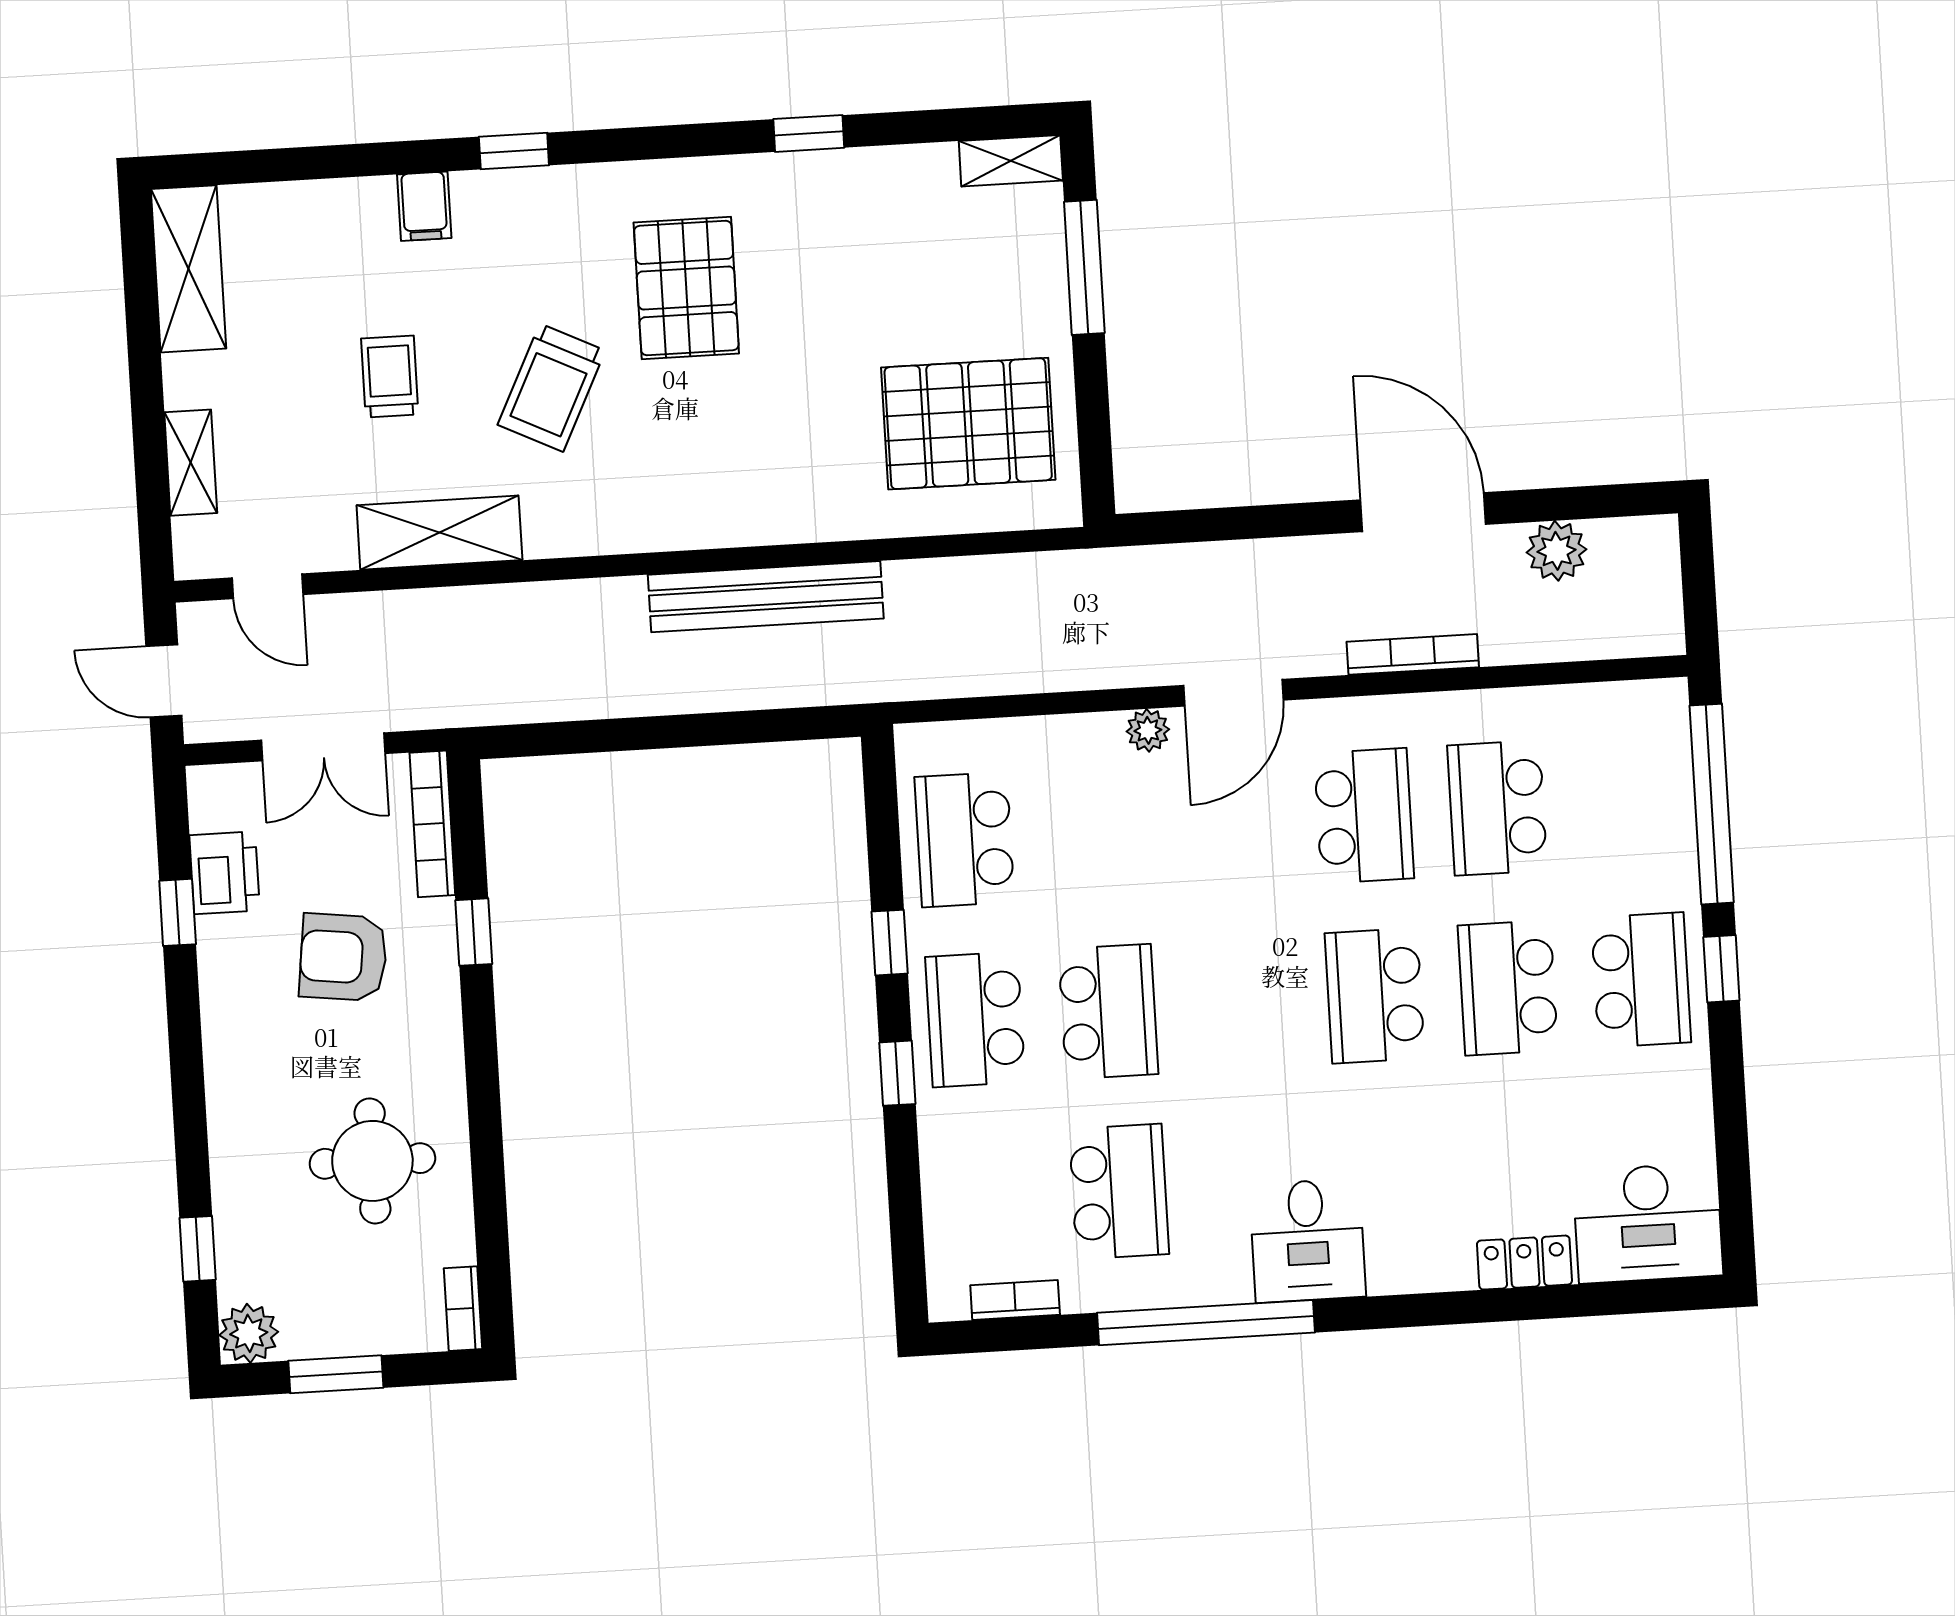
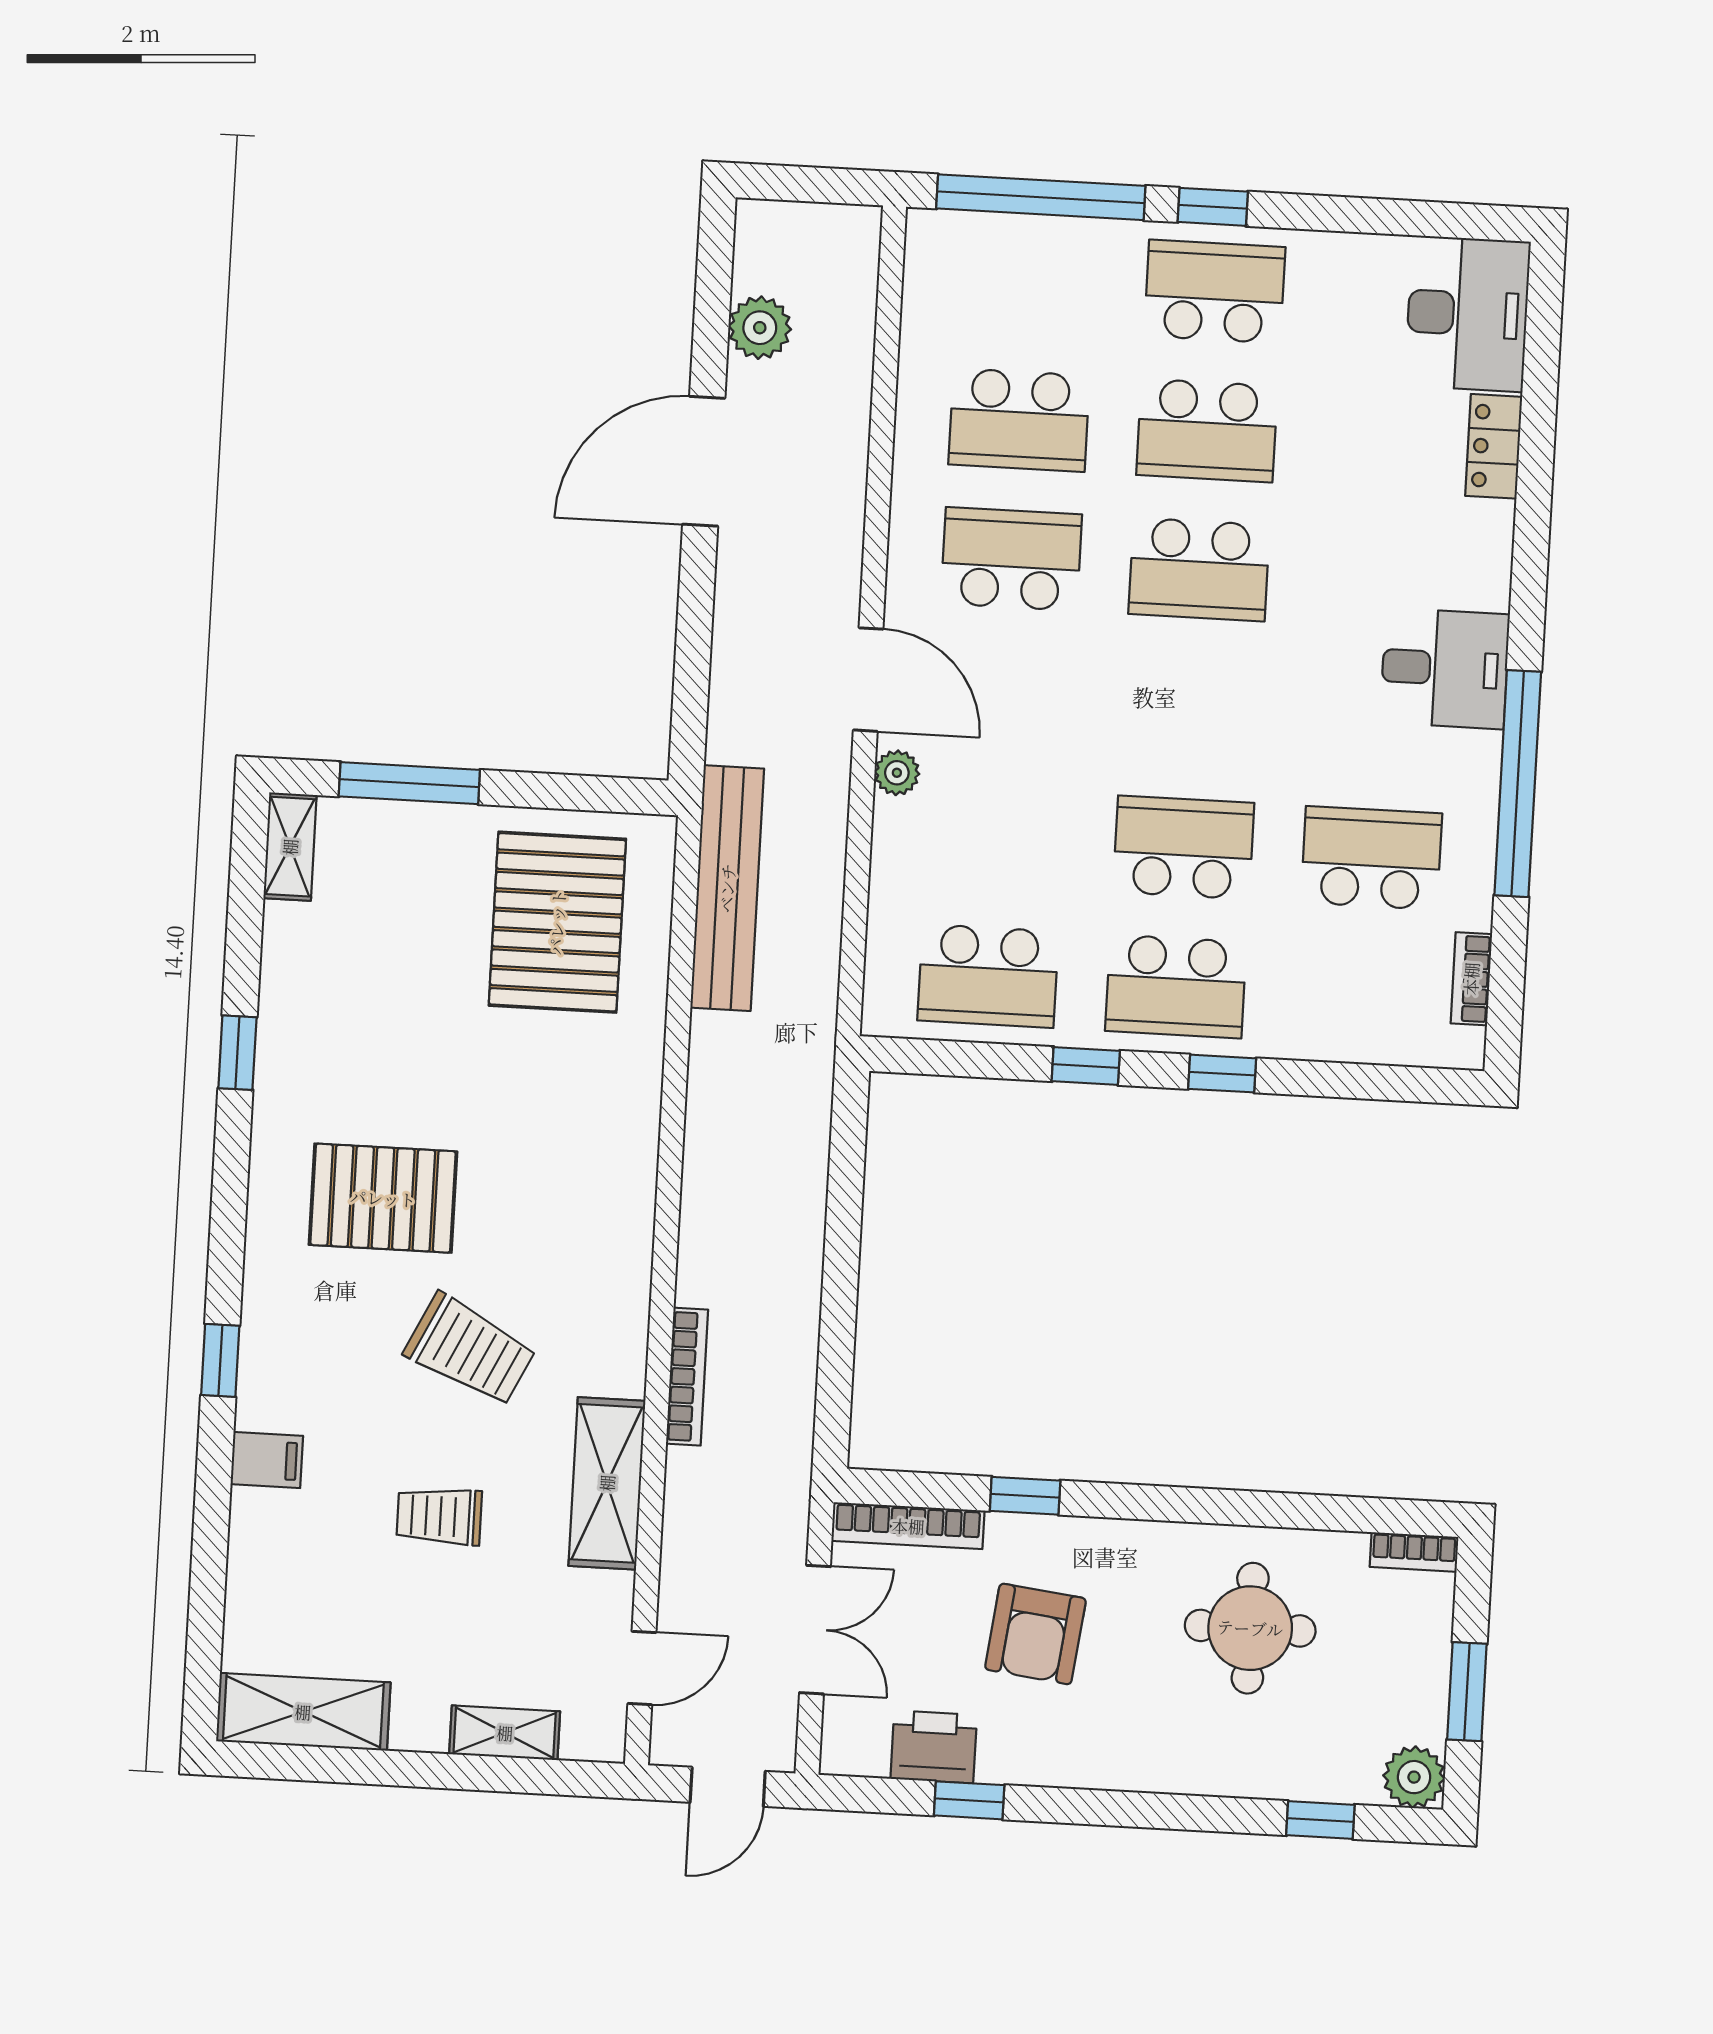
bench: (766, 597) -> (727, 888), moved
bookcase: (1413, 654) -> (687, 1377), moved, turned 180

